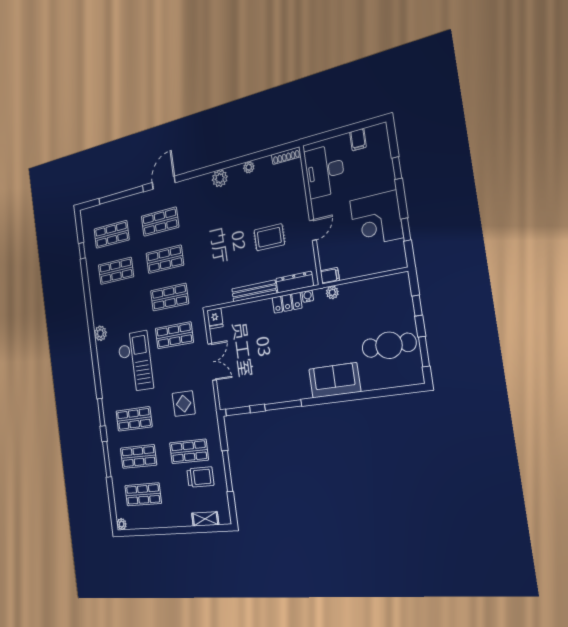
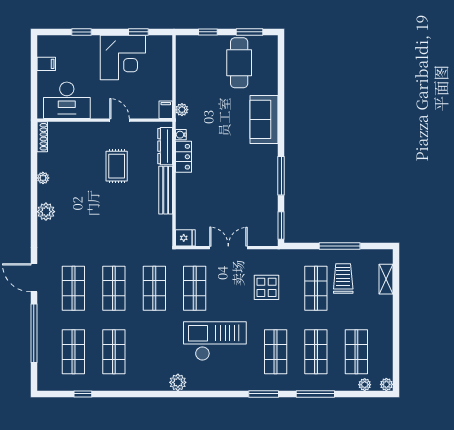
plant: (119, 504) -> (365, 385), added

